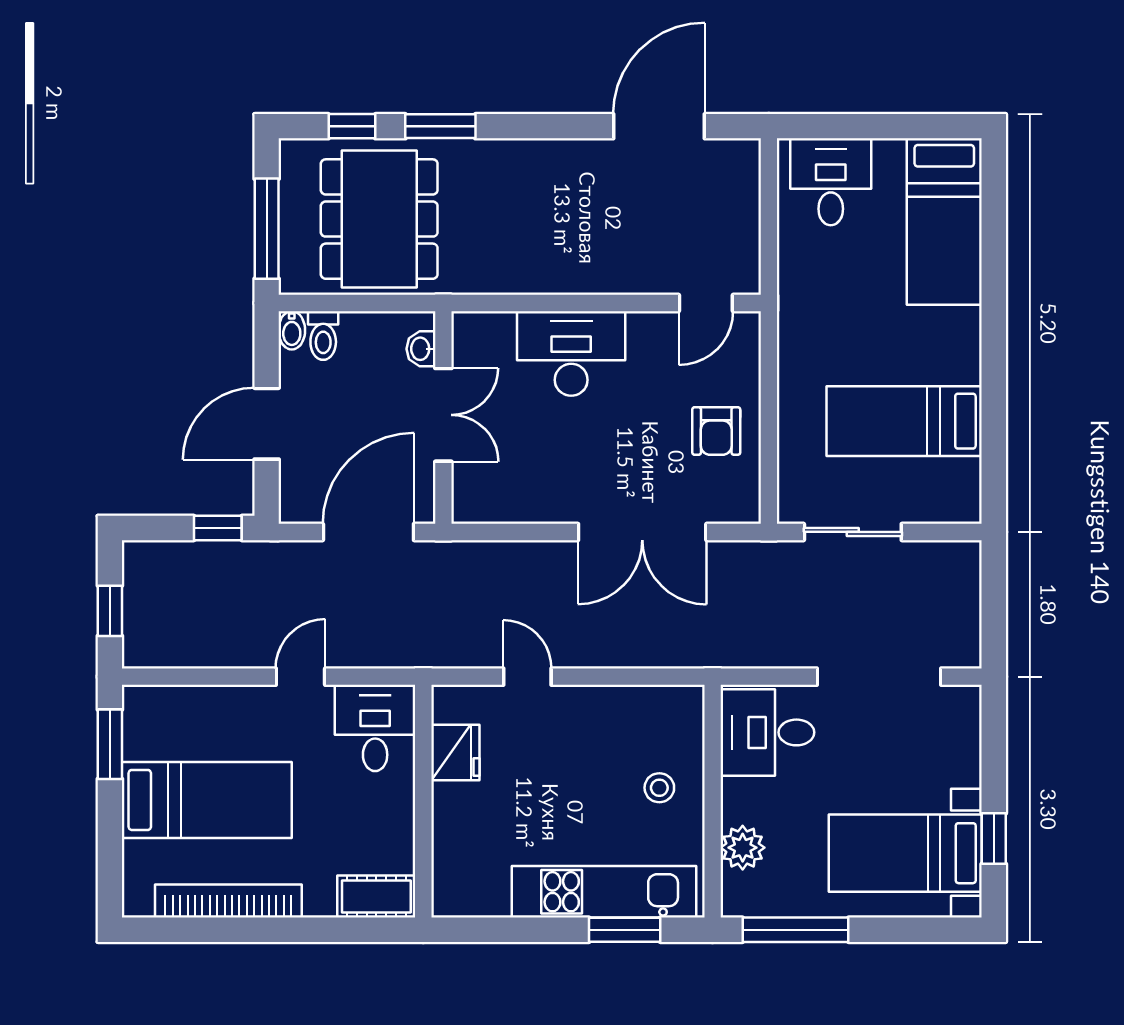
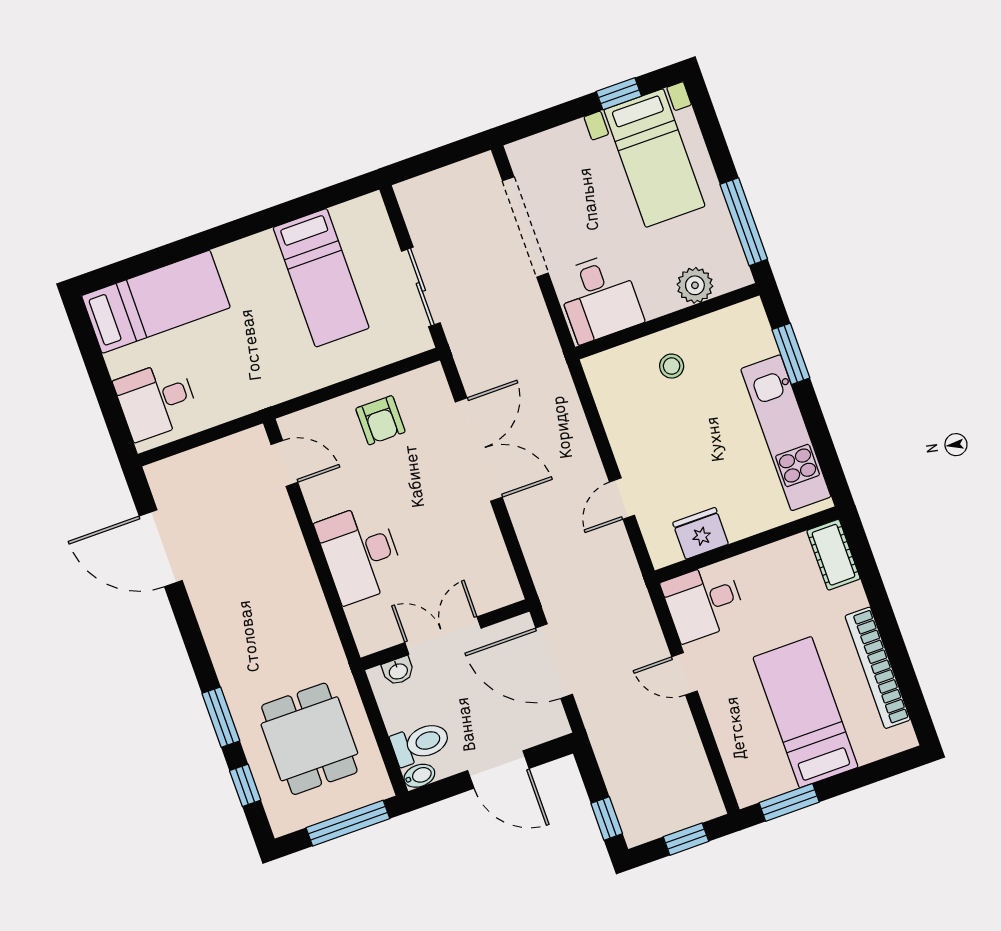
dining table: (379, 219) -> (309, 739), width x0.73
toilet: (323, 336) -> (421, 743), width x1.37, depth x1.39
armchair: (716, 431) -> (380, 420), turned 90
window: (218, 528) -> (607, 819), moved
kitchen unit: (604, 892) -> (786, 433), moved

